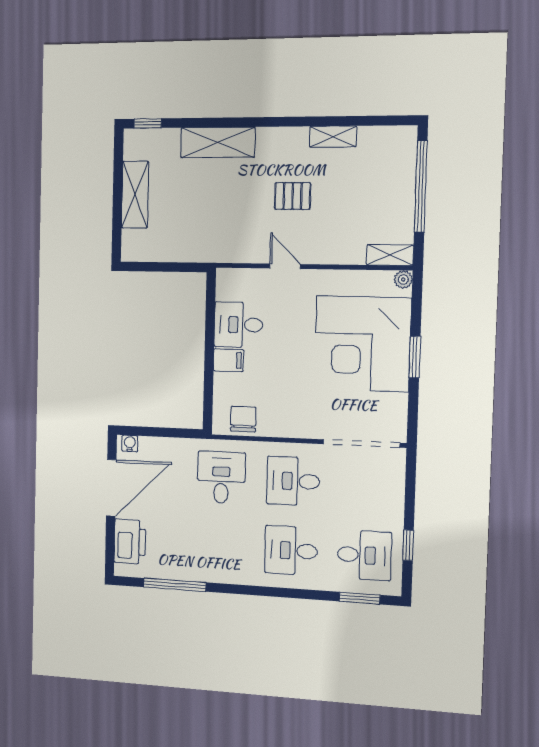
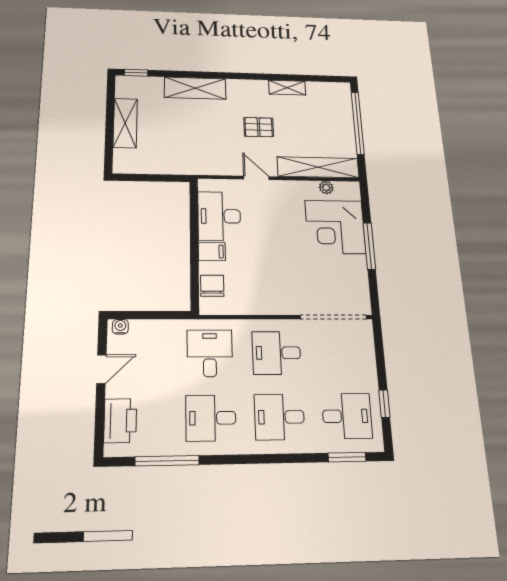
shelving: (390, 255) -> (318, 167), width x2.20, depth x1.33
plant: (403, 279) -> (326, 188), moved
desk: (239, 325) -> (219, 216), width x1.37
corner desk: (362, 344) -> (335, 227), width x0.74, depth x0.74
window: (415, 357) -> (369, 246), width x1.44
chair: (243, 419) -> (212, 286), moved
door: (111, 488) -> (101, 369), width x0.53
desk: (219, 546) -> (211, 418), added

